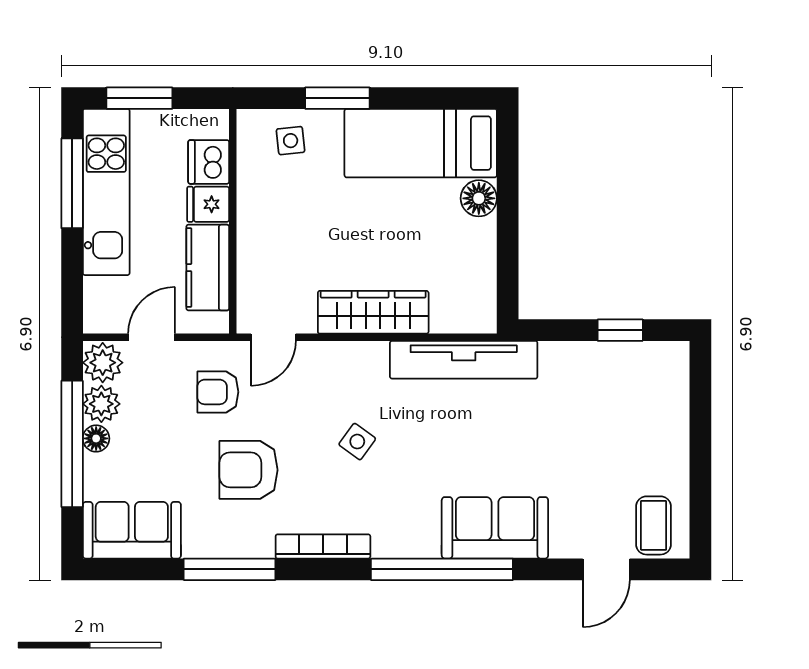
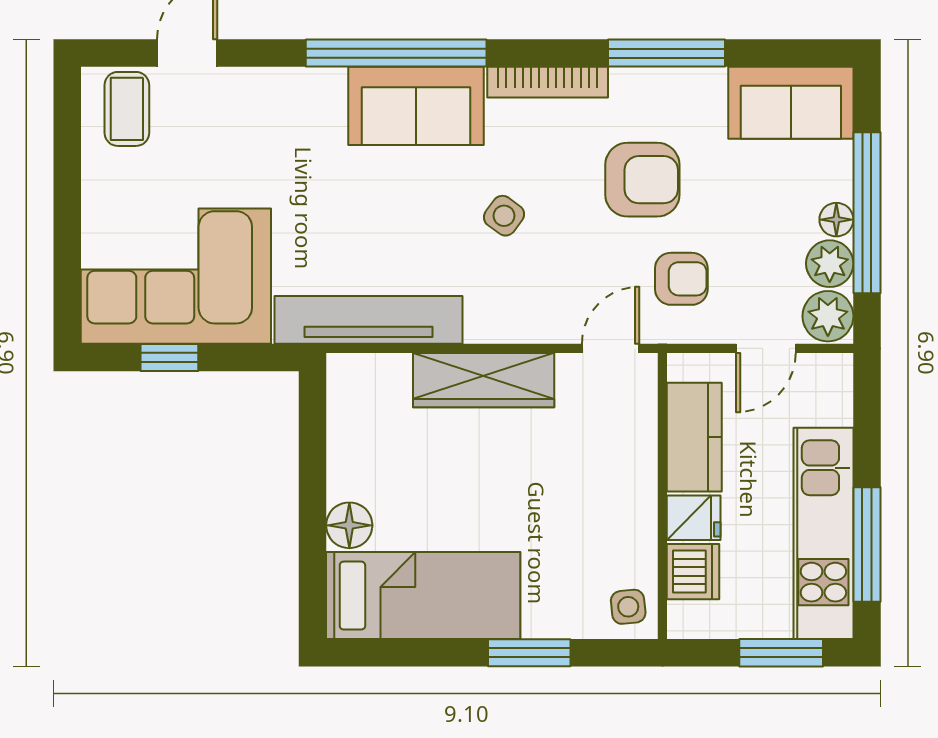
side table: (291, 141) -> (628, 607), moved
corner sofa: (615, 394) -> (176, 276), added
sofa: (495, 528) -> (416, 106), moved

